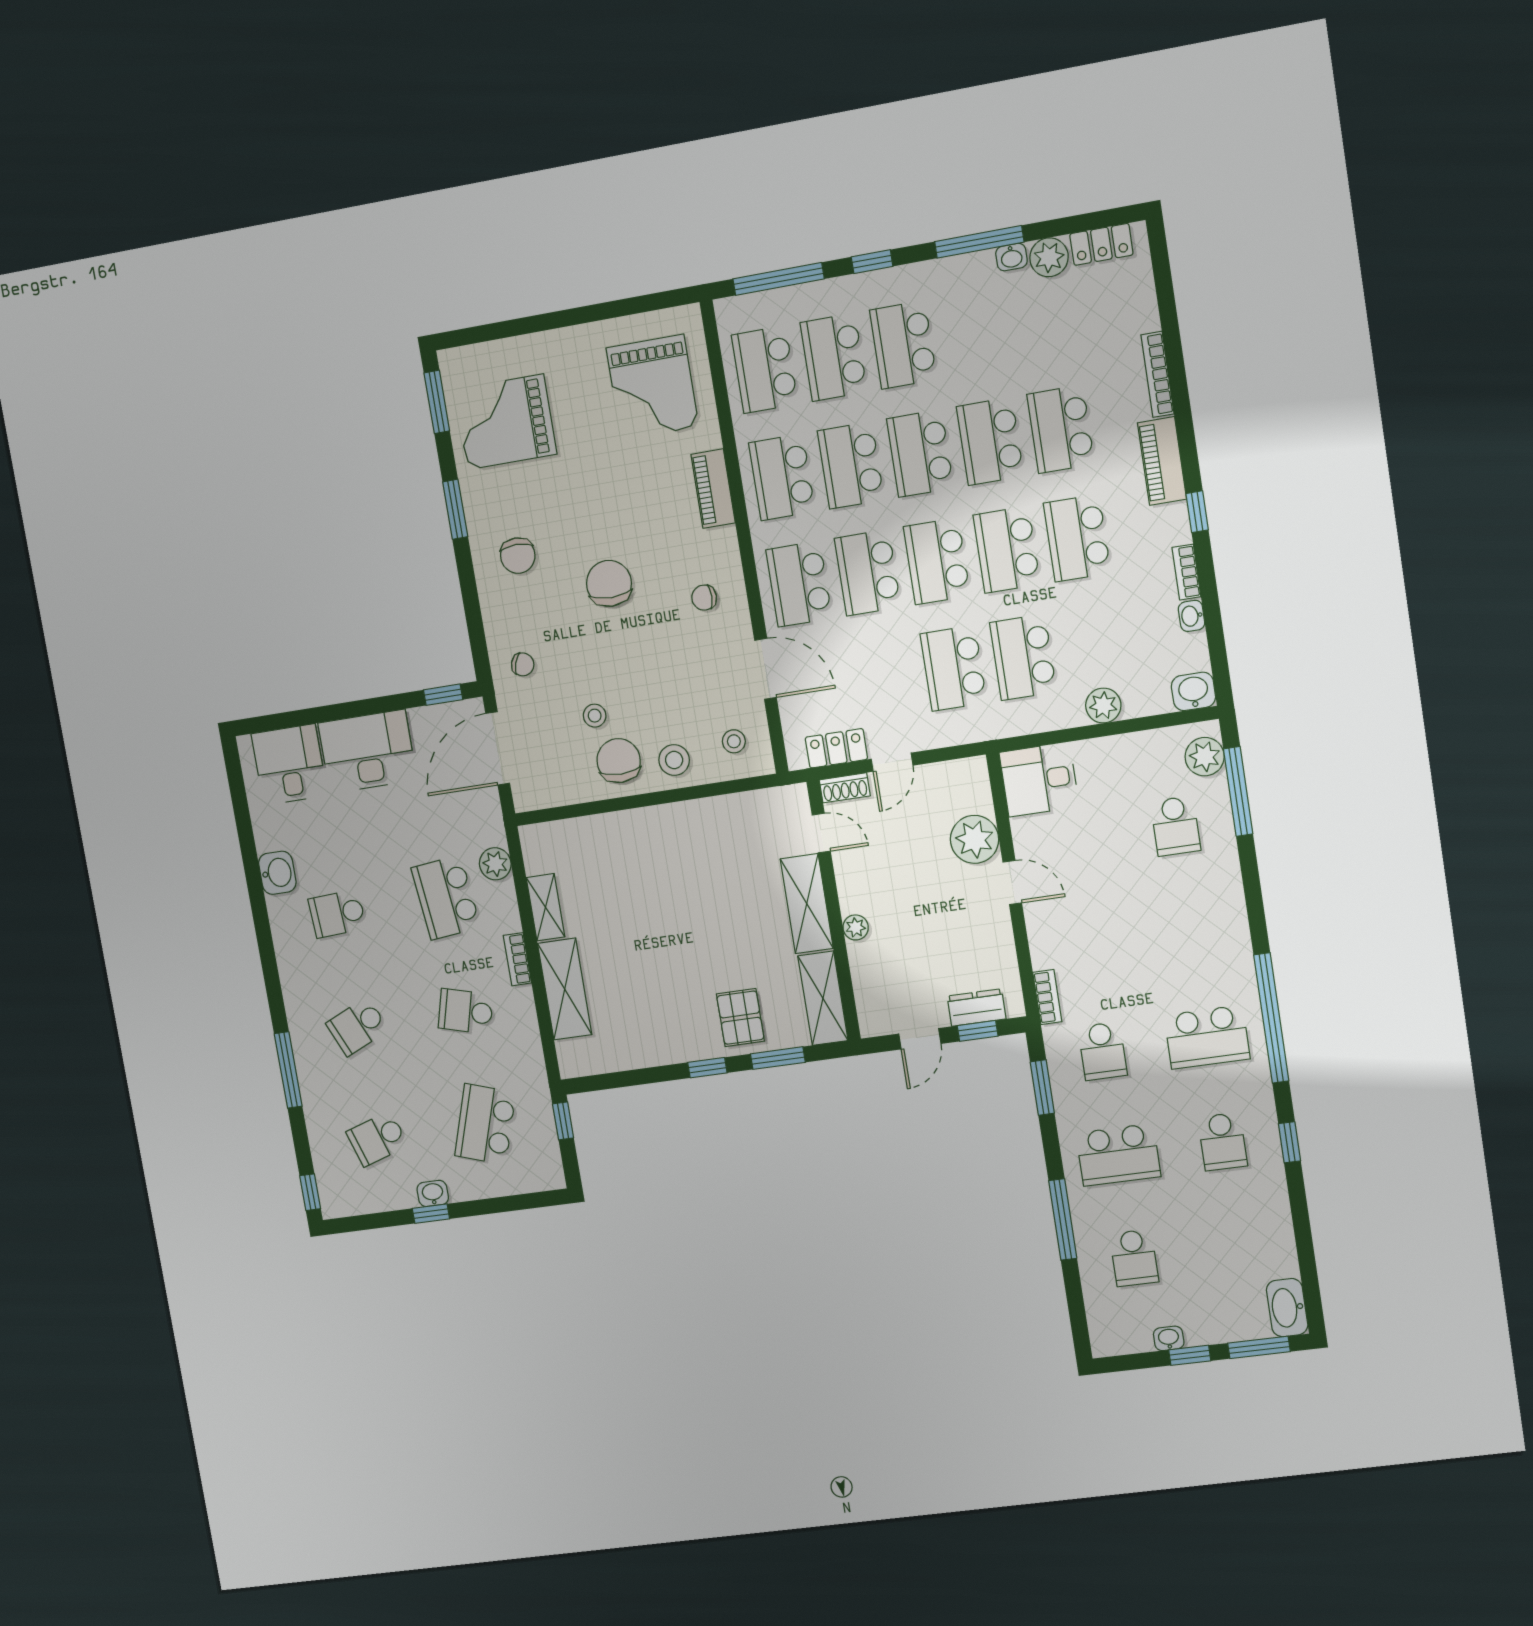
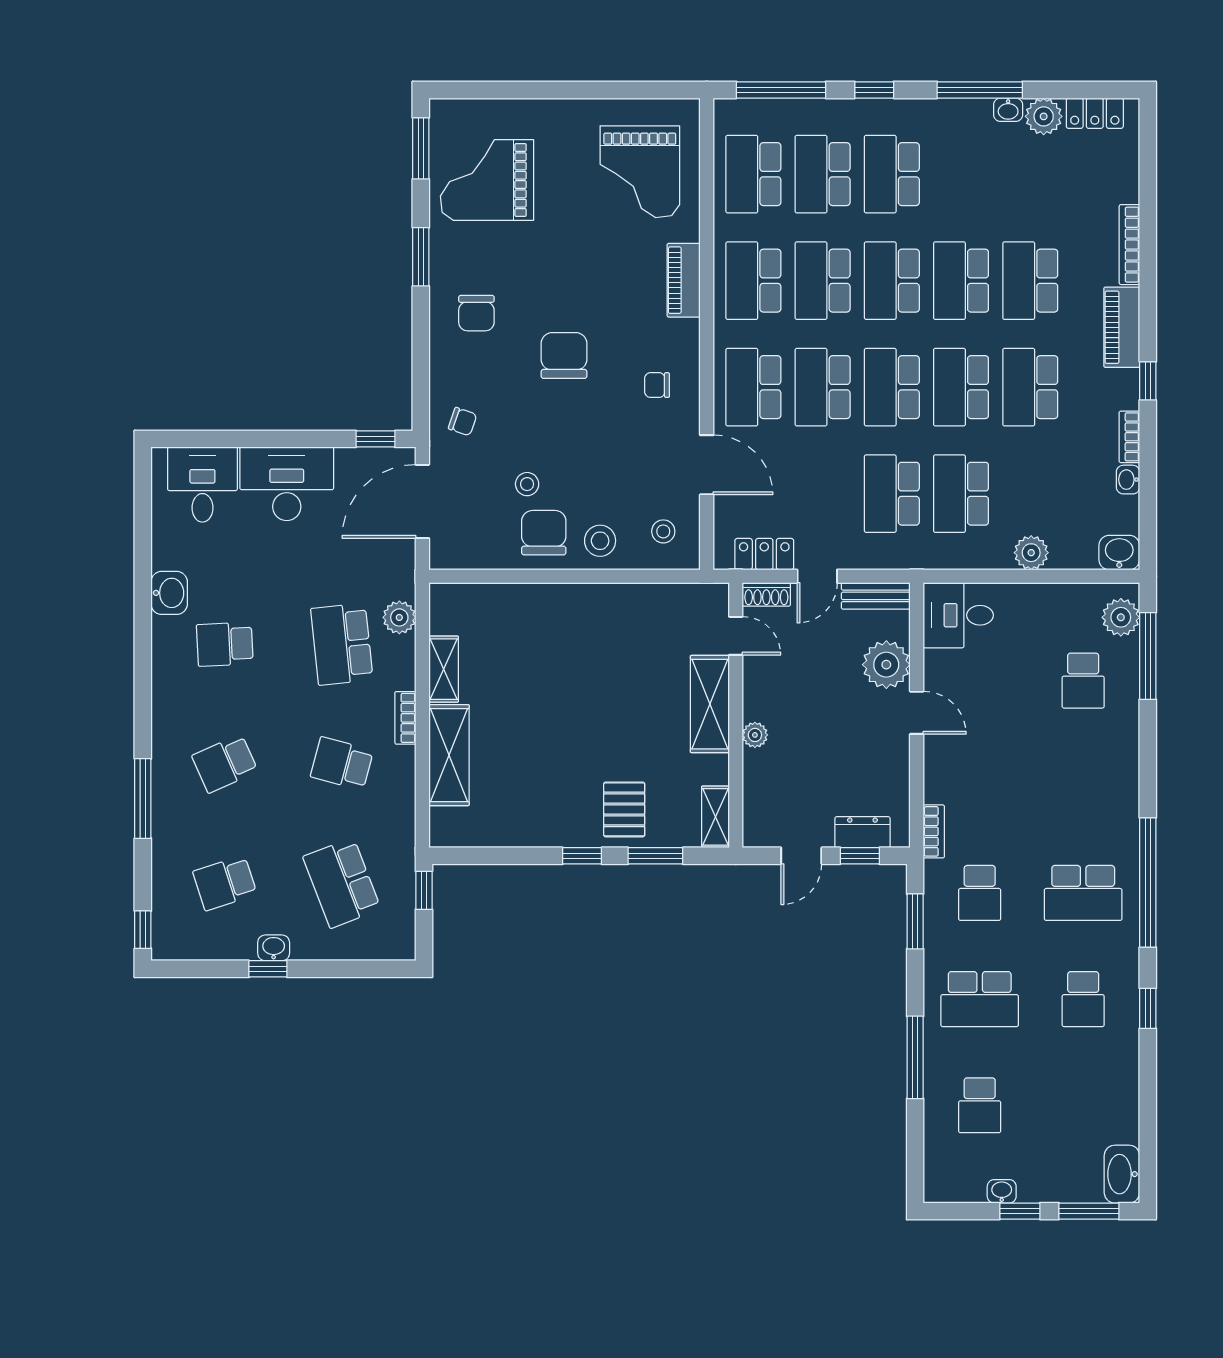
bench: (953, 773) -> (876, 596), added
shelving: (823, 998) -> (715, 817), width x0.67, depth x0.75
school desk: (485, 1124) -> (342, 883), turned -39

